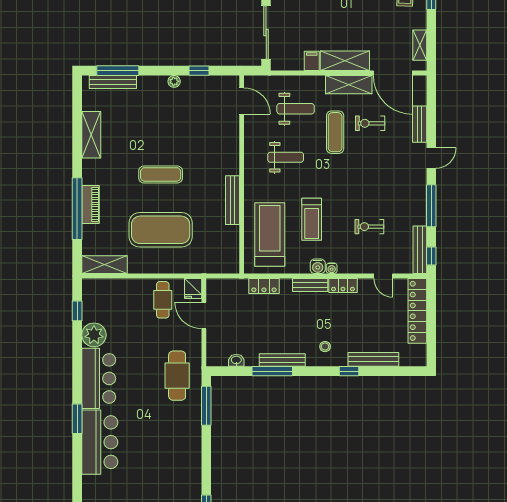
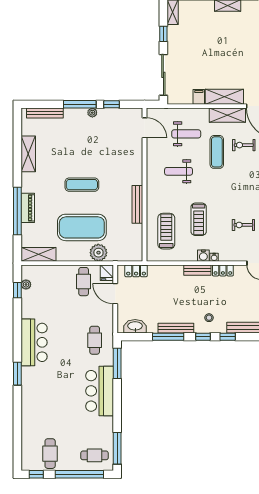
window: (118, 71) -> (80, 104), moved
weight bench: (286, 157) -> (179, 171), turned 180
treadmill: (270, 235) -> (166, 231), width x0.73, depth x0.73
plant: (182, 262) -> (98, 253), added
locker: (264, 286) -> (136, 271), moved
plant: (94, 335) -> (26, 285), moved, width x0.53, depth x0.53
washbasin: (236, 360) -> (135, 326), width x1.91, depth x1.45
window: (317, 371) -> (203, 337), added
cafe table: (177, 376) -> (95, 340), width x0.73, depth x0.74
bar counter: (100, 442) -> (100, 391), moved, turned 180

